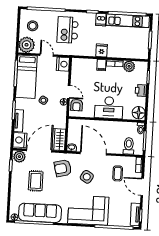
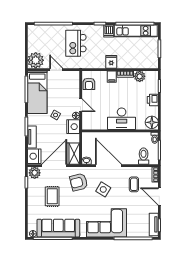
stool: (33, 26) -> (41, 41), removed
nightstand: (63, 64) -> (73, 127), moved
armchair: (77, 105) -> (89, 84), moved

